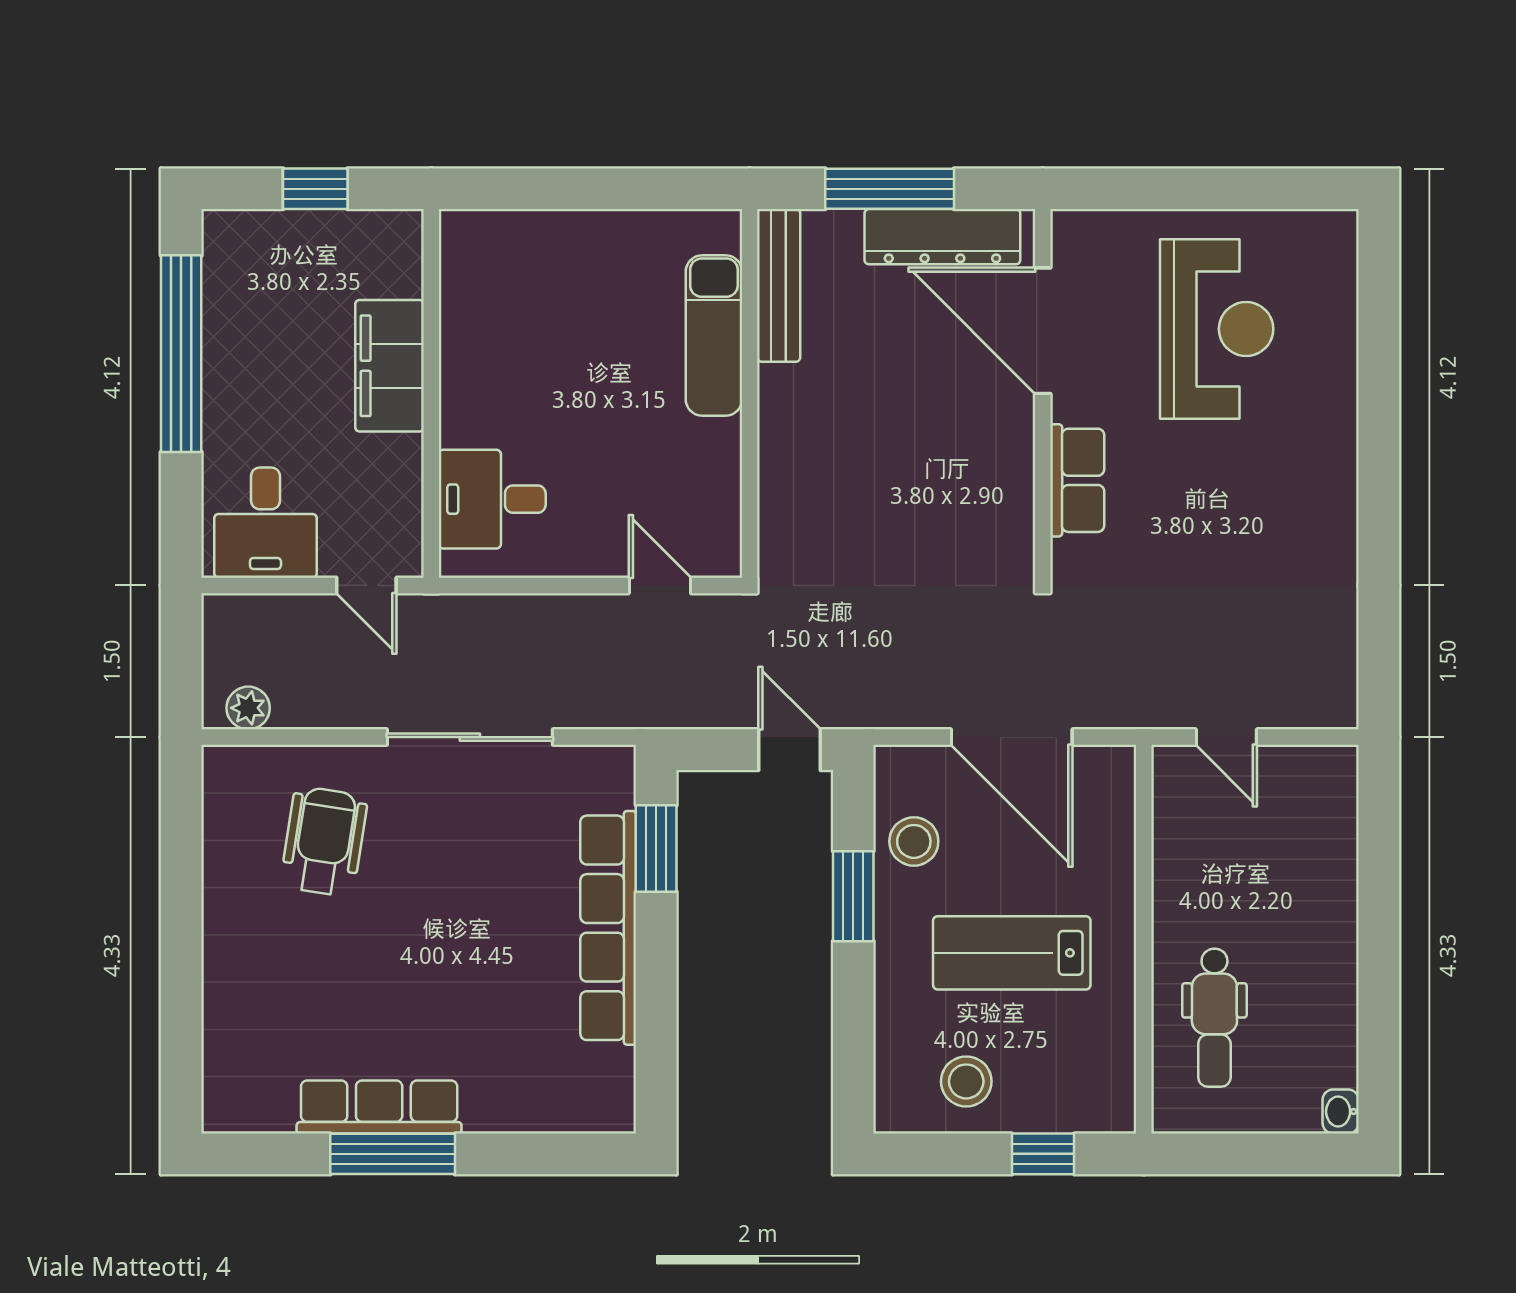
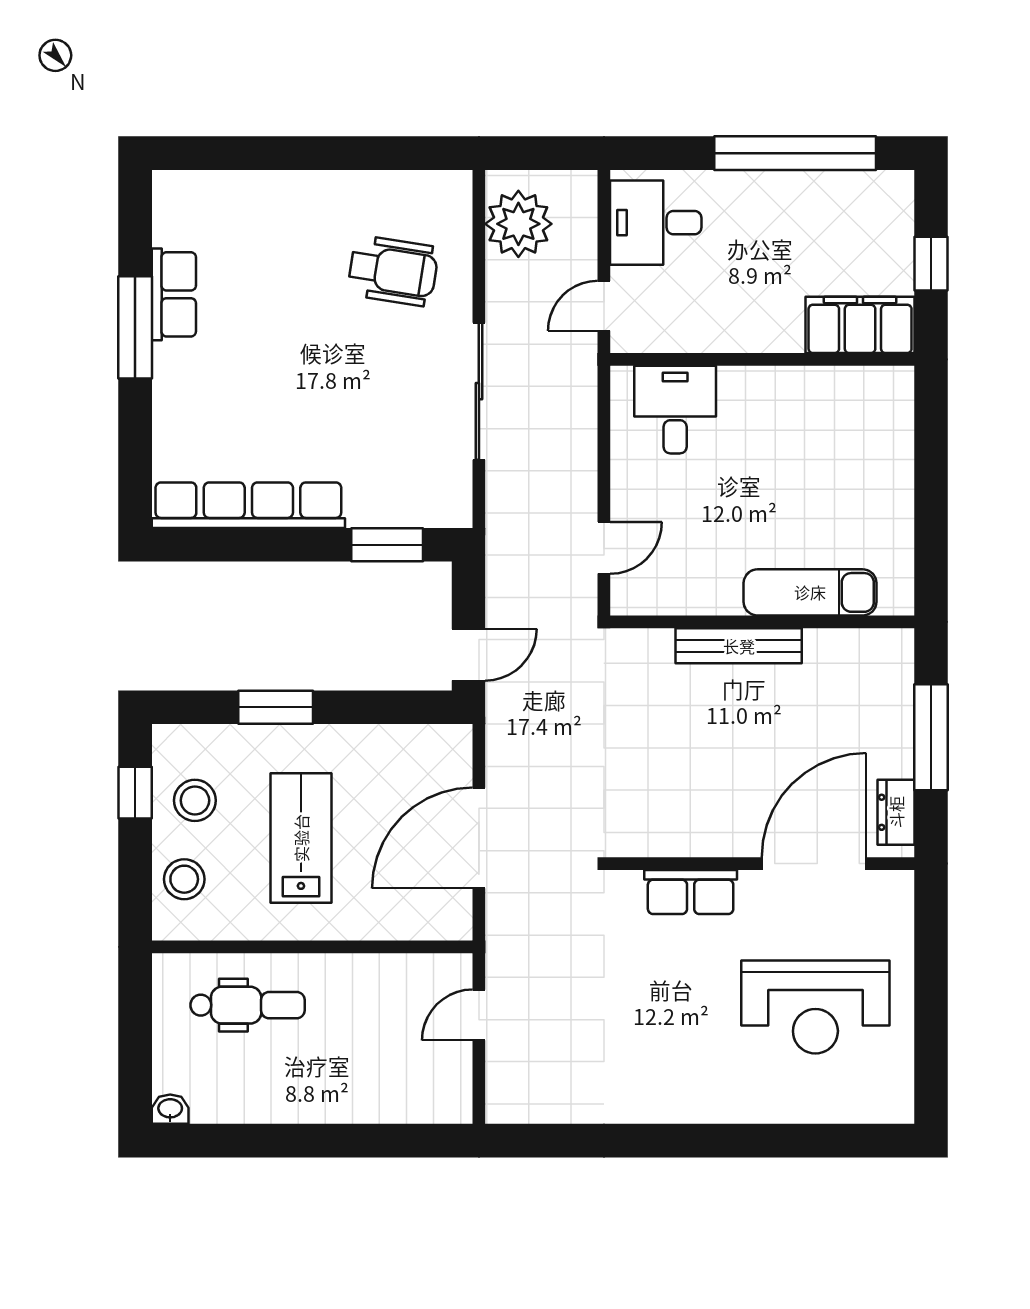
dresser: (942, 237) -> (896, 812), width x0.51, depth x0.80
bench: (779, 285) -> (739, 646), moved
filing cabinet: (390, 366) -> (860, 325), moved
plant: (248, 708) -> (518, 224), width x1.87, depth x1.87
stool: (914, 841) -> (184, 879), moved
window: (853, 896) -> (276, 707), moved
row of seats: (608, 928) -> (248, 505), moved
dental chair: (1214, 1018) -> (248, 1005), turned 180
row of seats: (379, 1107) -> (174, 294), width x0.68
window: (1043, 1154) -> (135, 793), moved

